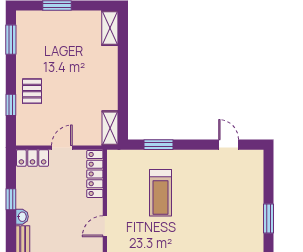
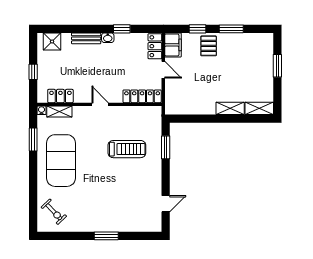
window: (11, 40) -> (231, 29), moved
pallet: (32, 91) -> (209, 46), turned 90
shelving: (110, 128) -> (230, 108), moved
filing cabinet: (31, 135) -> (173, 45), added
treadmill: (161, 193) -> (127, 149), turned 180

